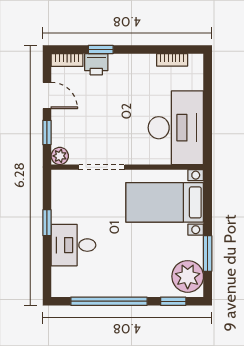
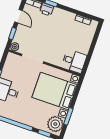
desk: (176, 128) -> (74, 61), width x0.53, depth x0.77
bed with nightstands: (165, 202) -> (55, 91), width x1.36

